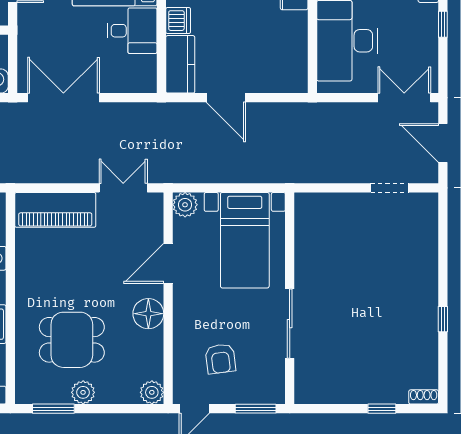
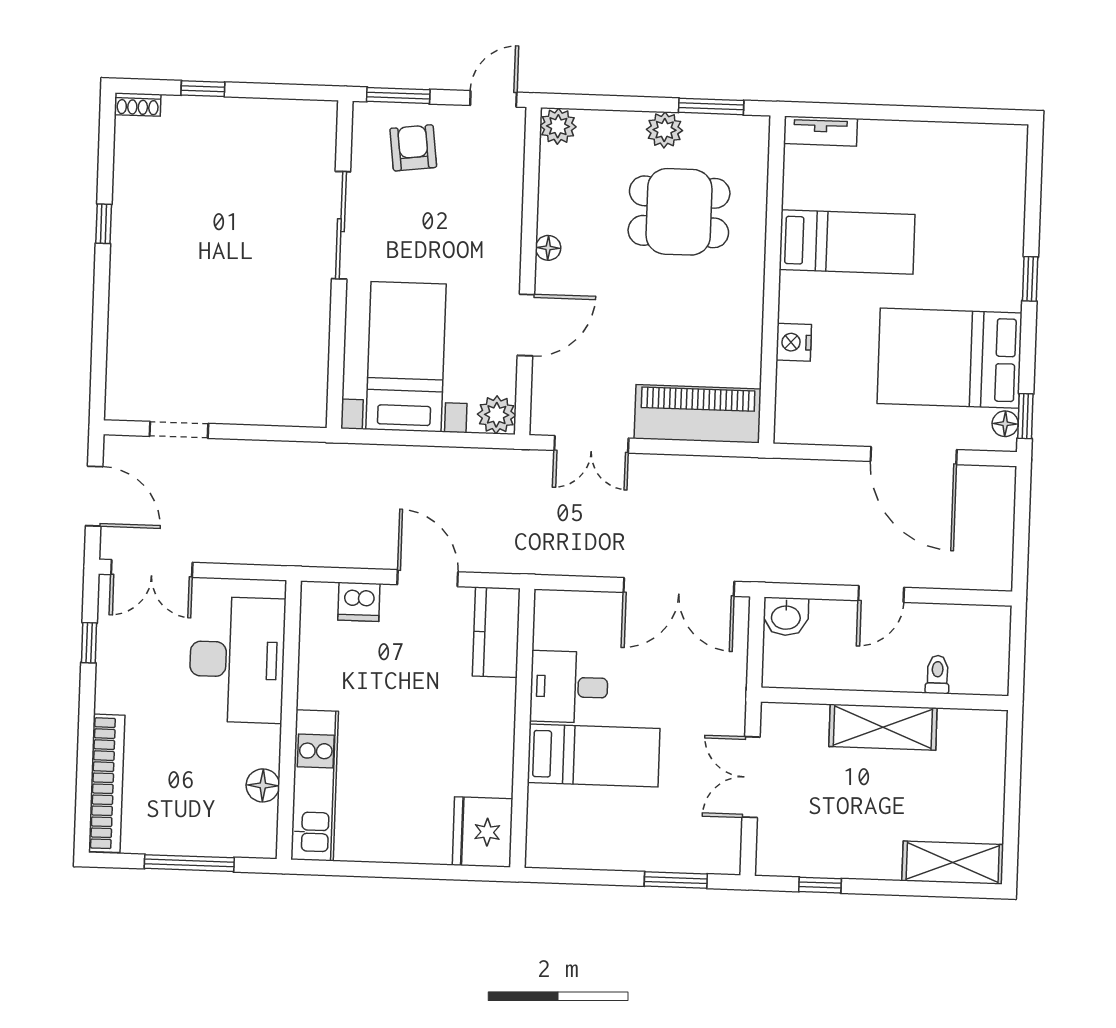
dishwasher: (178, 21) -> (359, 602), moved, turned -90
window: (443, 24) -> (89, 643), moved
floor lamp: (148, 314) -> (548, 248), width x0.53, depth x0.53
armchair: (220, 359) -> (413, 148), moved

